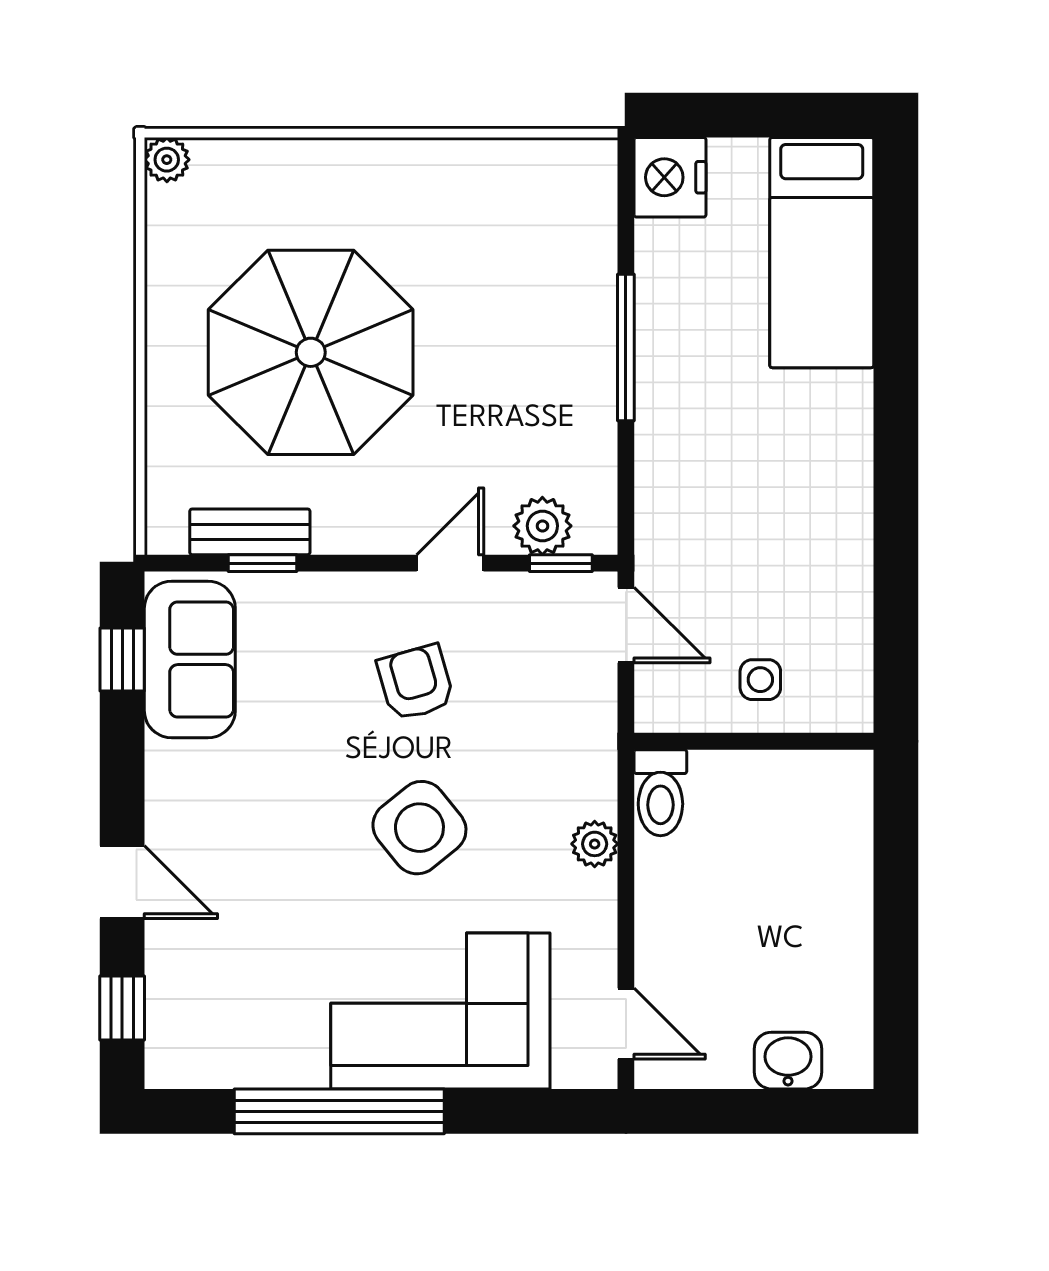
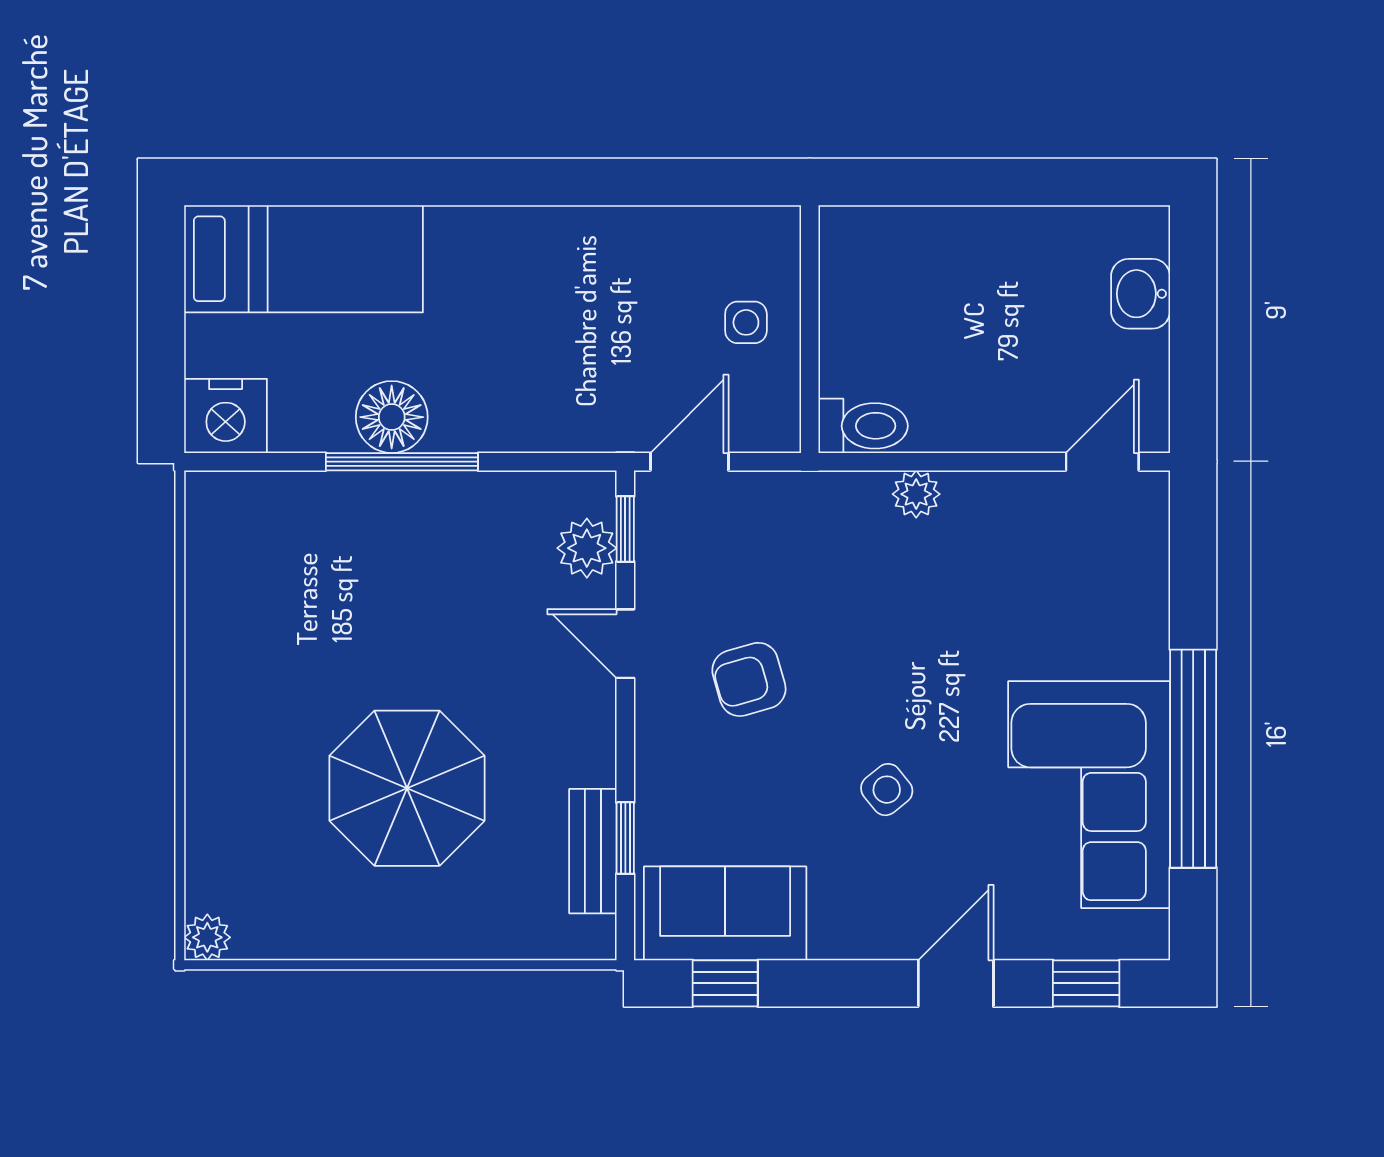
floor lamp: (669, 338) -> (392, 417), added
parasol: (311, 352) -> (407, 788), width x0.73, depth x0.73
side table: (419, 828) -> (887, 790), moved, width x0.54, depth x0.54
corner sofa: (440, 1011) -> (1089, 795), moved

